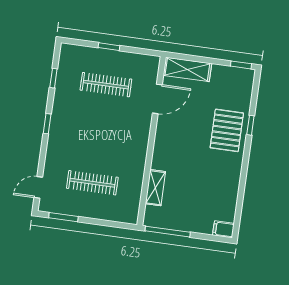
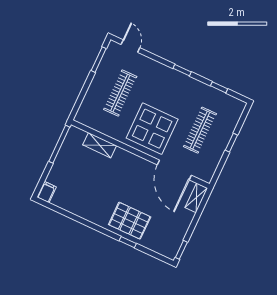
shelving: (187, 69) -> (196, 198), width x0.67, depth x0.75
door: (157, 99) -> (174, 170), width x1.36
display table: (120, 137) -> (152, 129), added

